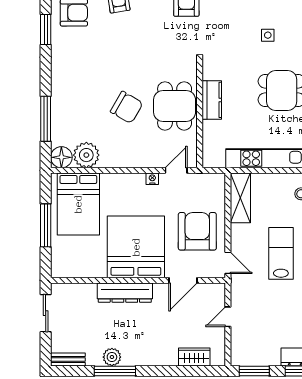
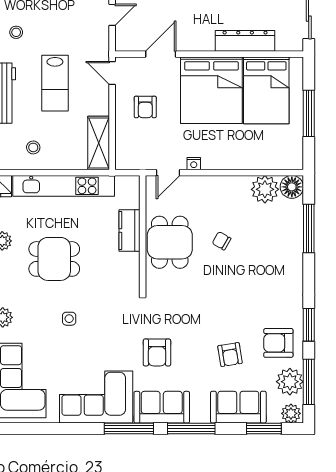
kitchen counter: (212, 100) -> (130, 230), moved
chair: (127, 107) -> (221, 241), width x0.54, depth x0.54
bed: (78, 204) -> (266, 90), moved, turned 180
armchair: (197, 231) -> (145, 107), width x0.53, depth x0.53
dresser: (125, 293) -> (245, 41), moved

